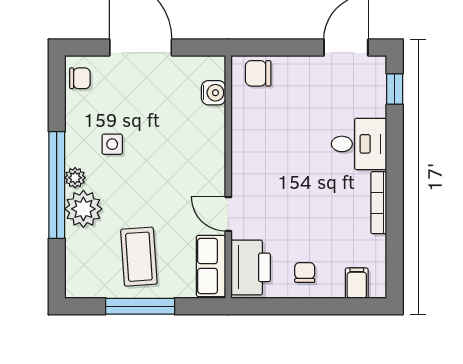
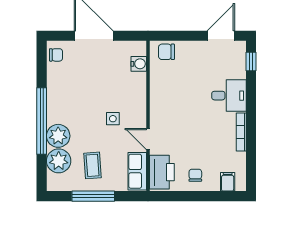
side table: (112, 144) -> (113, 119), moved
plant: (75, 178) -> (59, 161), moved, width x1.88, depth x1.88
coffee table: (139, 257) -> (93, 165), width x0.73, depth x0.77

